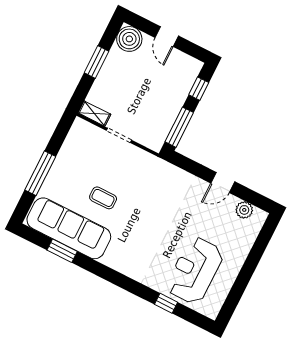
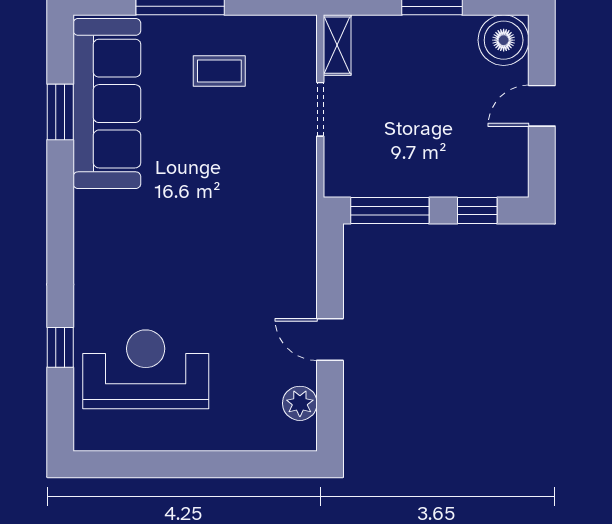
coffee table: (103, 198) -> (219, 71), moved, turned 90

